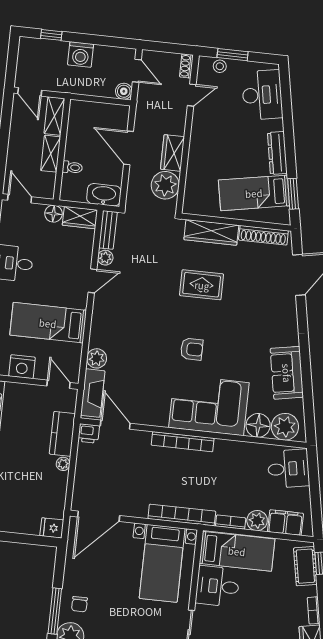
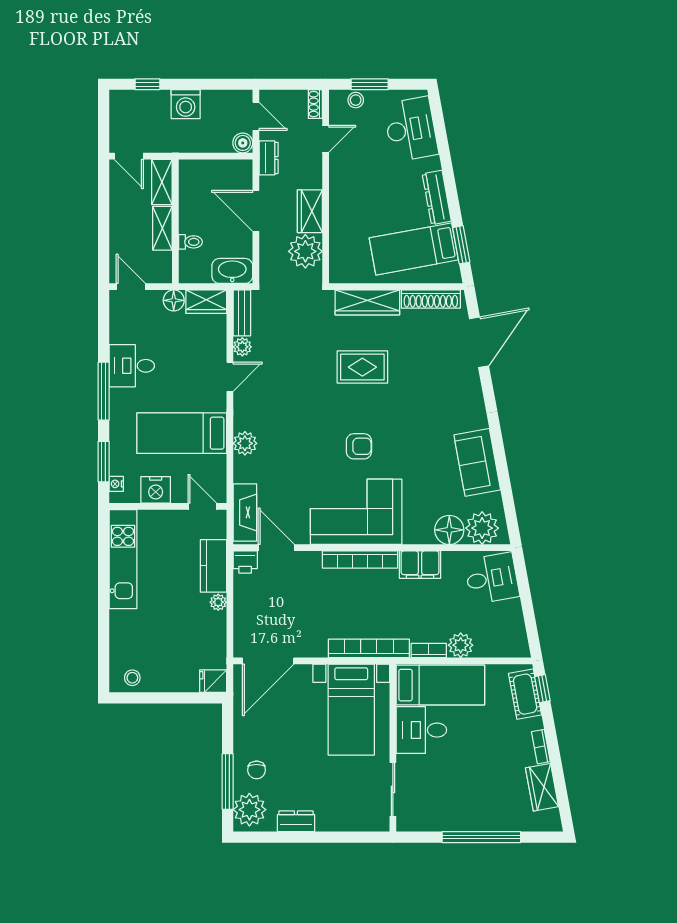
dresser: (144, 106) -> (269, 158), added
plant: (97, 358) -> (245, 443), moved
corner sofa: (209, 405) -> (356, 512), moved
filing cabinet: (285, 523) -> (420, 565), moved, turned 180

